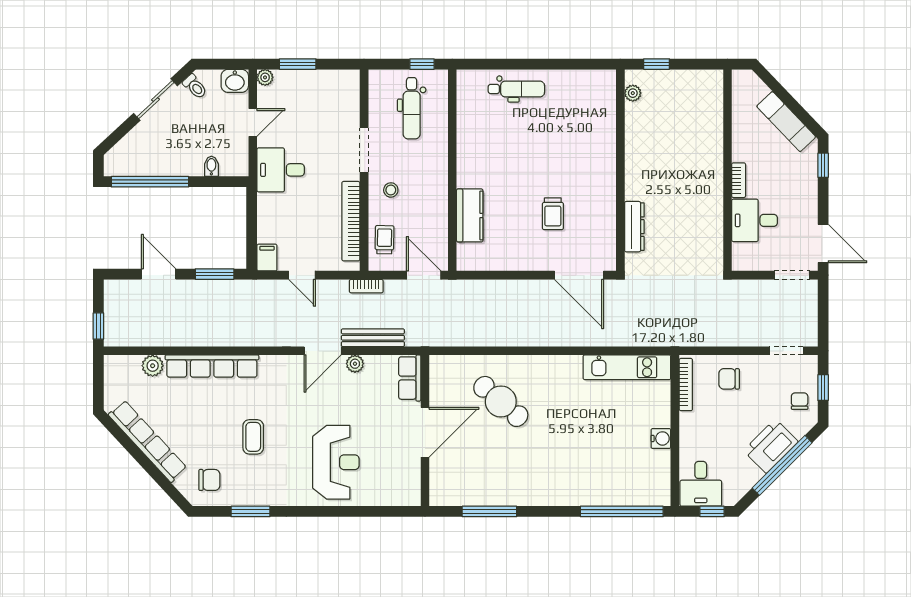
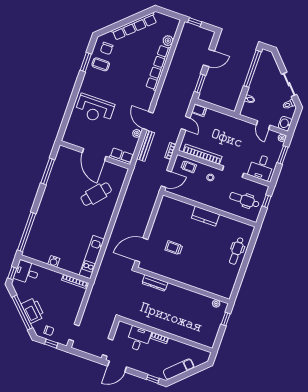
window: (422, 64) -> (267, 201), moved
desk: (281, 170) -> (261, 167), moved, turned 180
kitchen counter: (470, 215) -> (205, 216), moved
door: (302, 275) -> (186, 123), swing flipped
chair: (729, 379) -> (70, 302), removed
coffee table: (253, 437) -> (101, 64), moved

